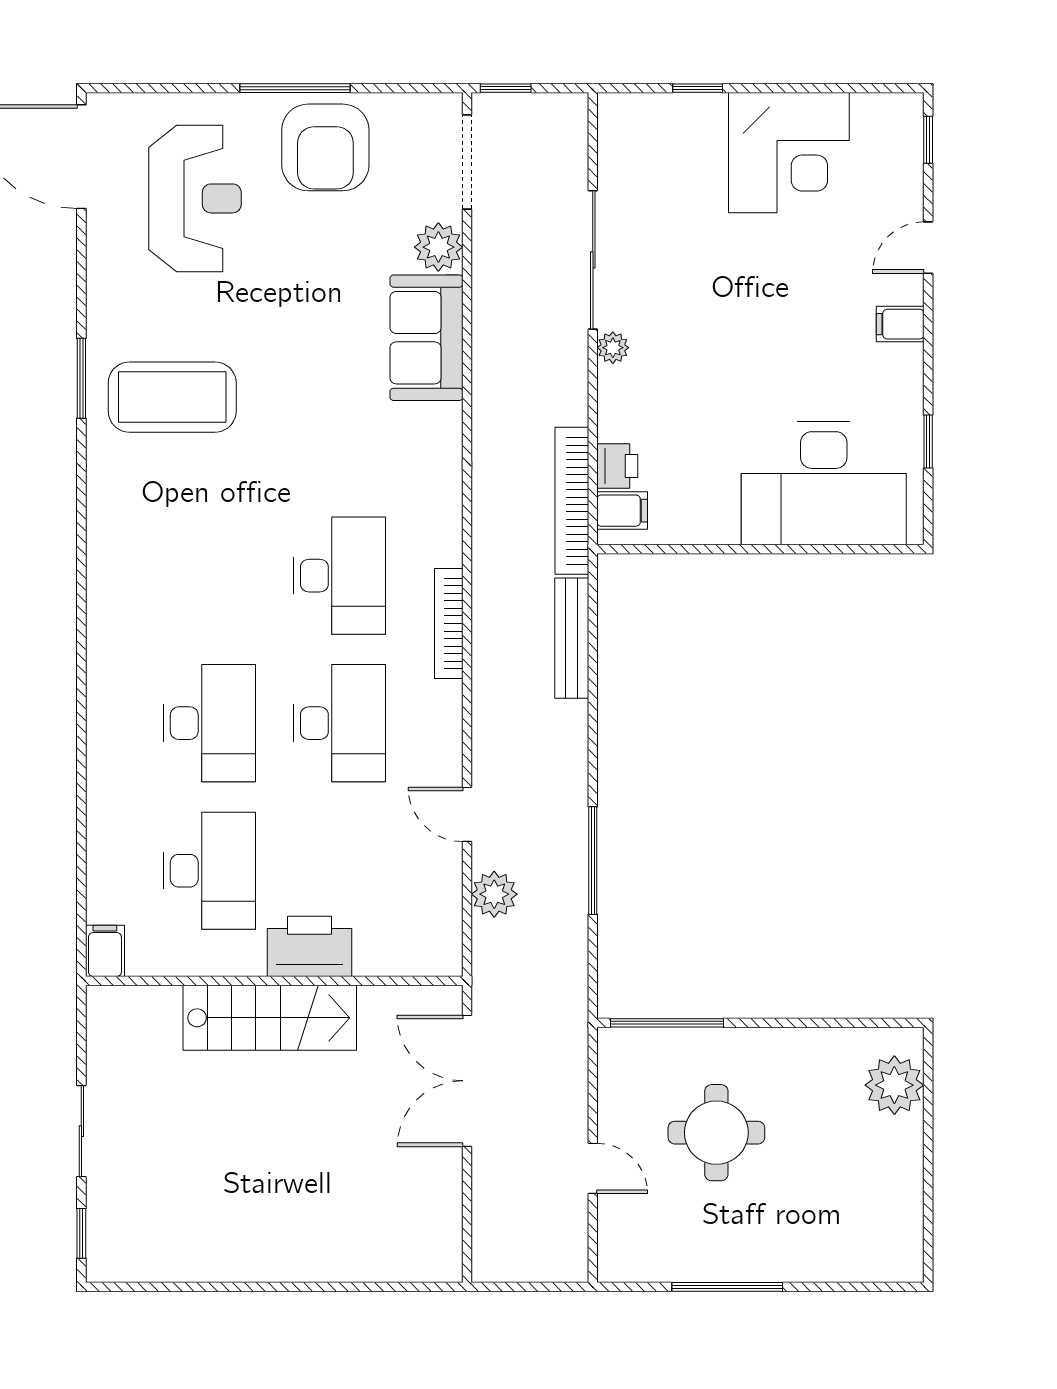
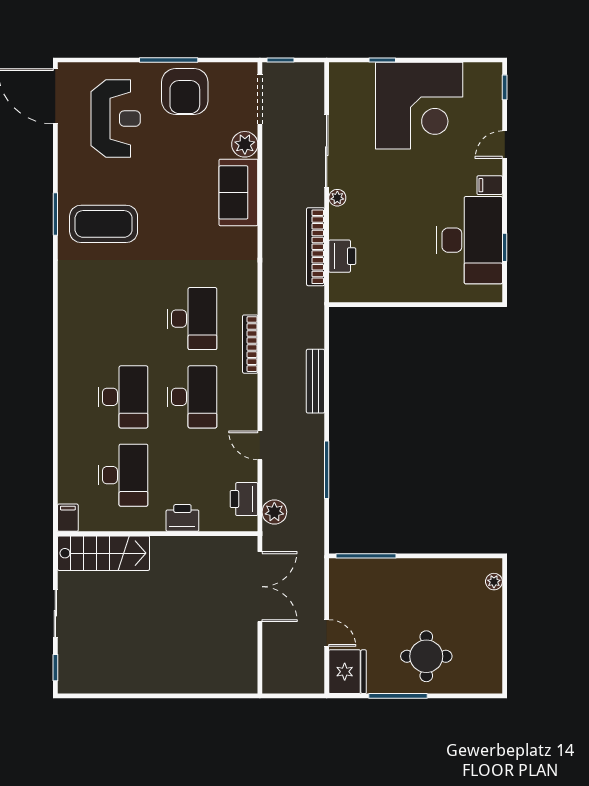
corner desk: (789, 153) -> (419, 106), width x1.36, depth x1.36
printer: (617, 466) -> (342, 256), width x1.36, depth x1.24
desk: (824, 483) -> (470, 240), moved, turned -90
bookcase: (572, 501) -> (316, 247), moved
filing cabinet: (622, 511) -> (342, 284), removed
bench: (572, 638) -> (315, 381), moved
plant: (494, 894) -> (274, 512), moved
printer: (437, 916) -> (244, 499), added
printer: (310, 946) -> (182, 518), width x0.73, depth x0.84
stairs: (270, 1018) -> (104, 553), moved
double door: (467, 1081) -> (260, 587), swing flipped
plant: (894, 1085) -> (494, 582), width x0.53, depth x0.53
round table: (716, 1133) -> (426, 656), moved
fridge: (632, 1241) -> (348, 672), added

